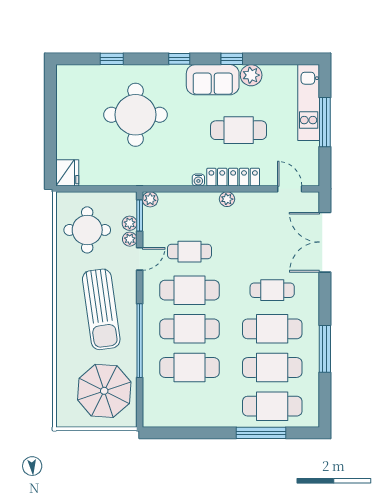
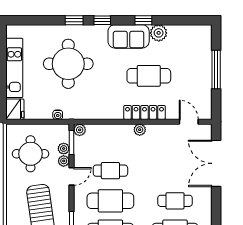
window: (112, 59) -> (74, 20), moved
kitchen unit: (309, 103) -> (14, 68), moved, turned 180
water cooler: (198, 180) -> (58, 115), moved

